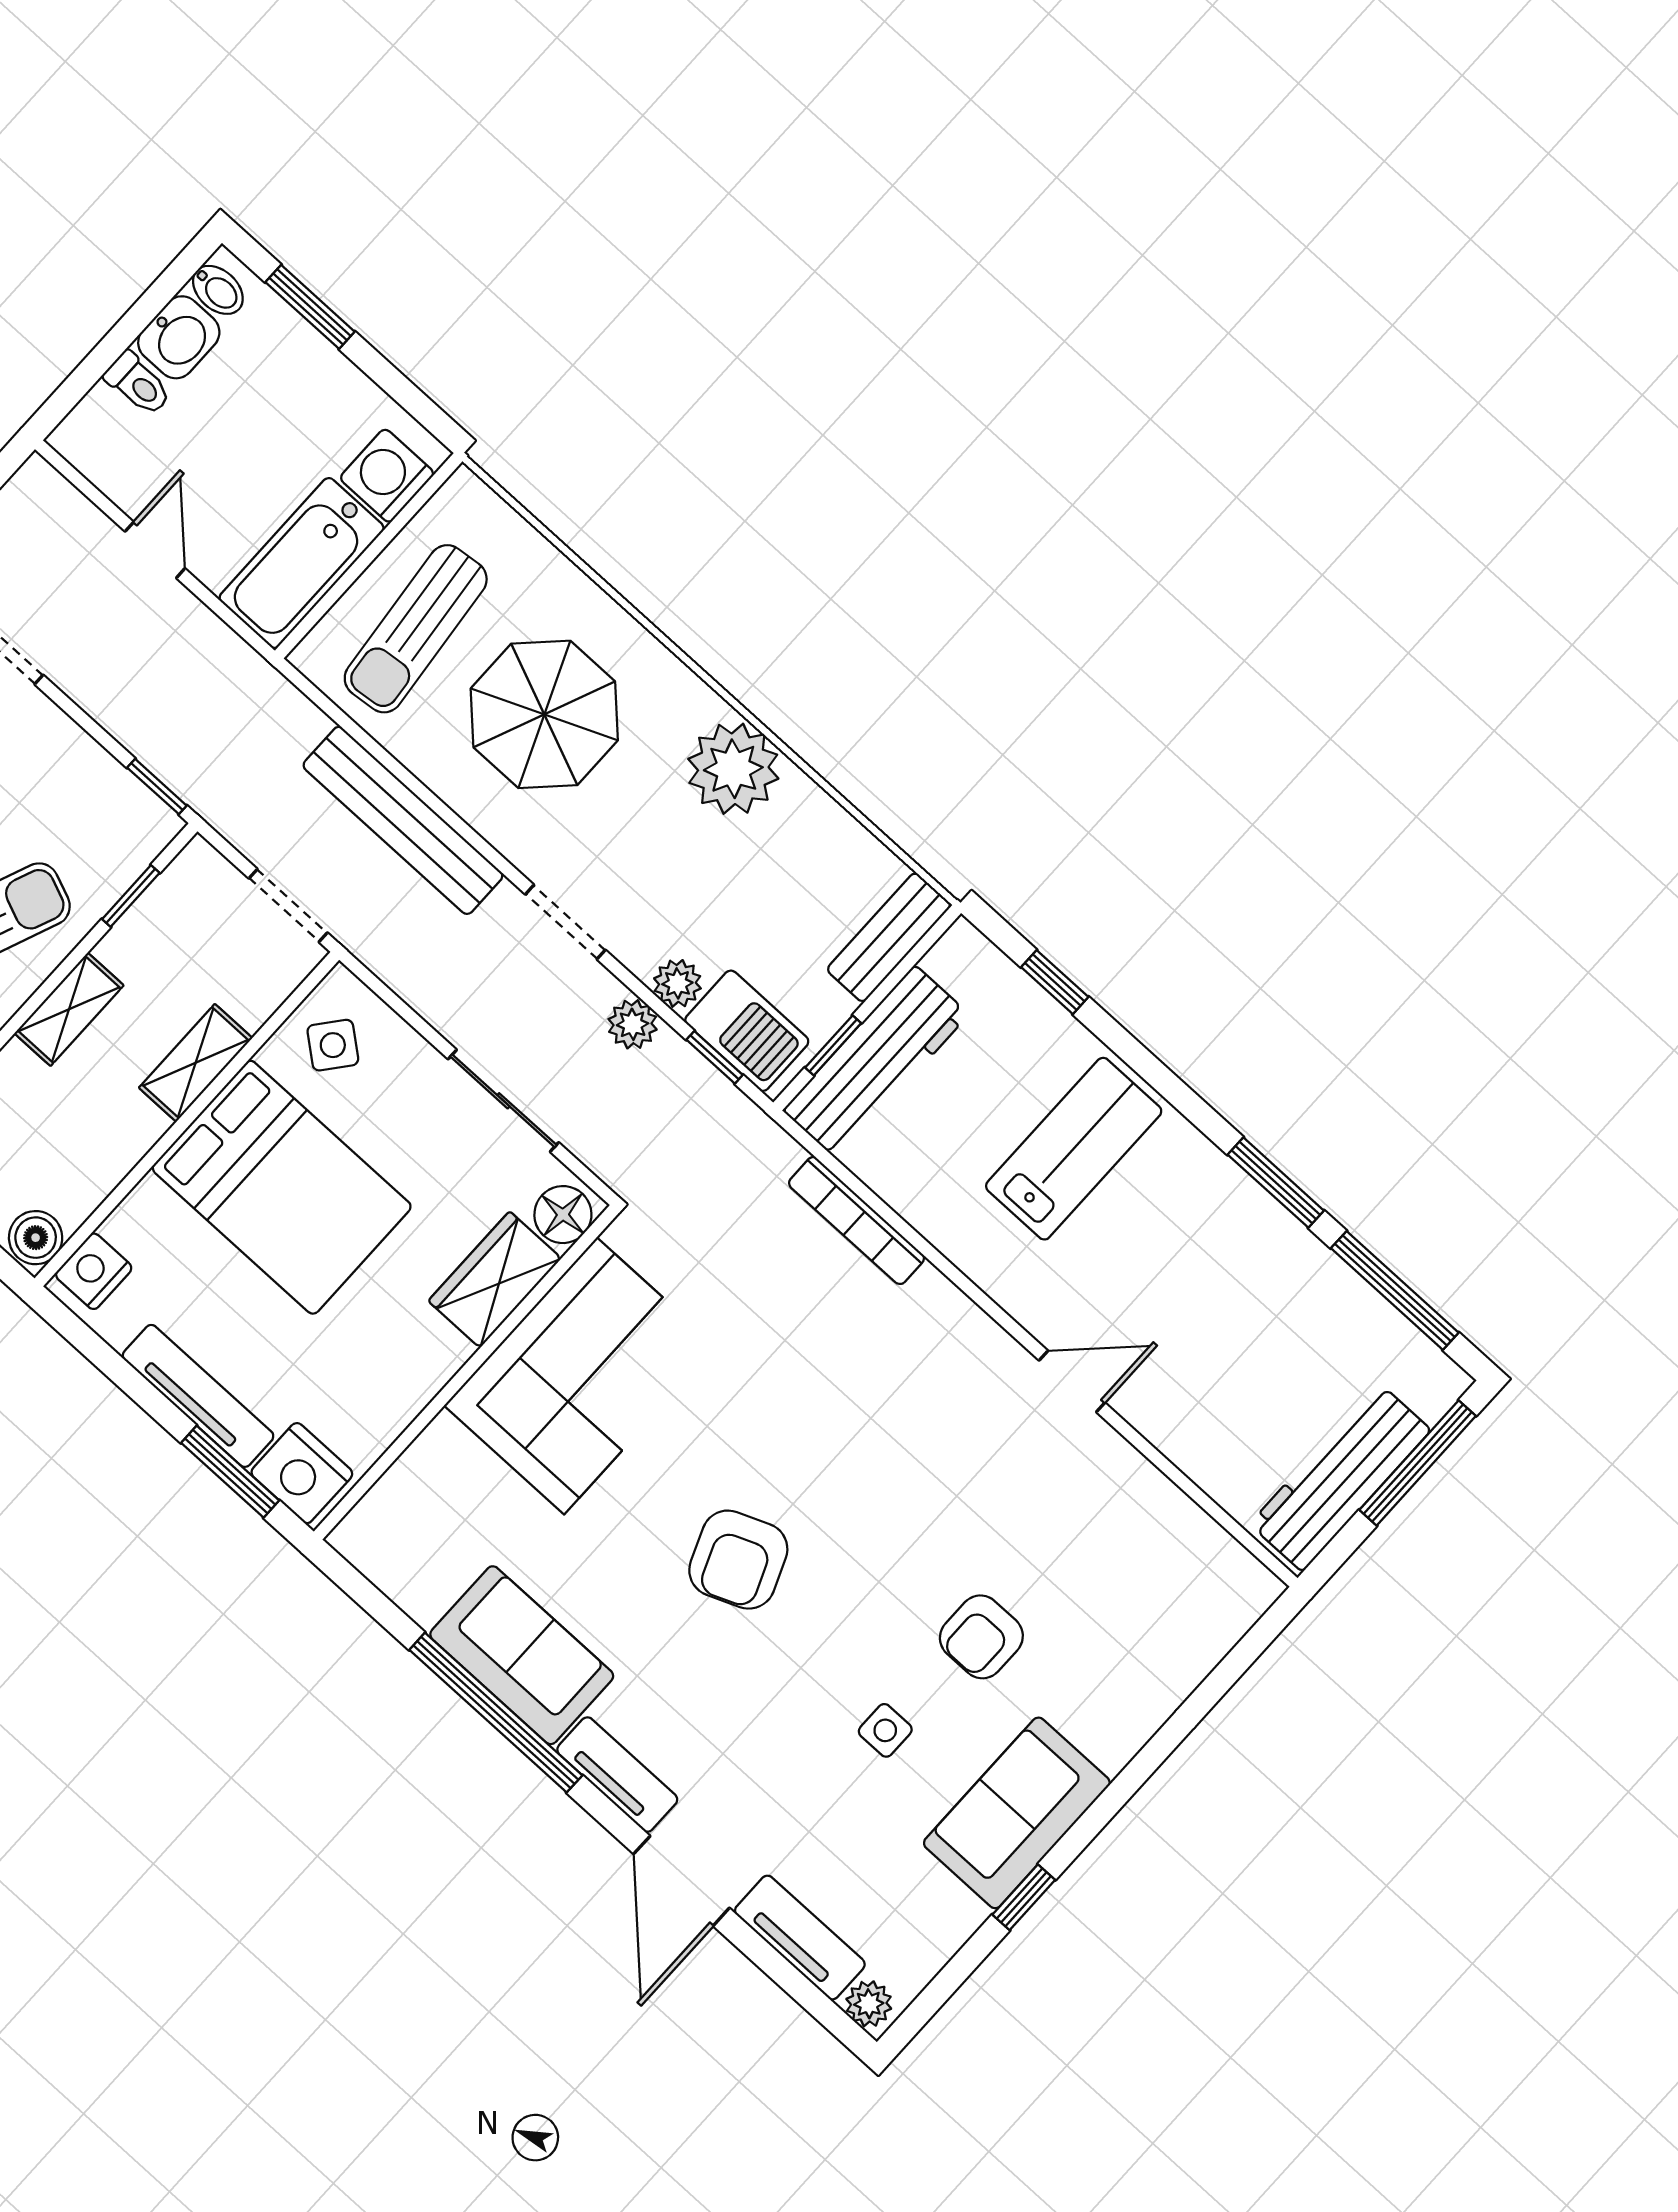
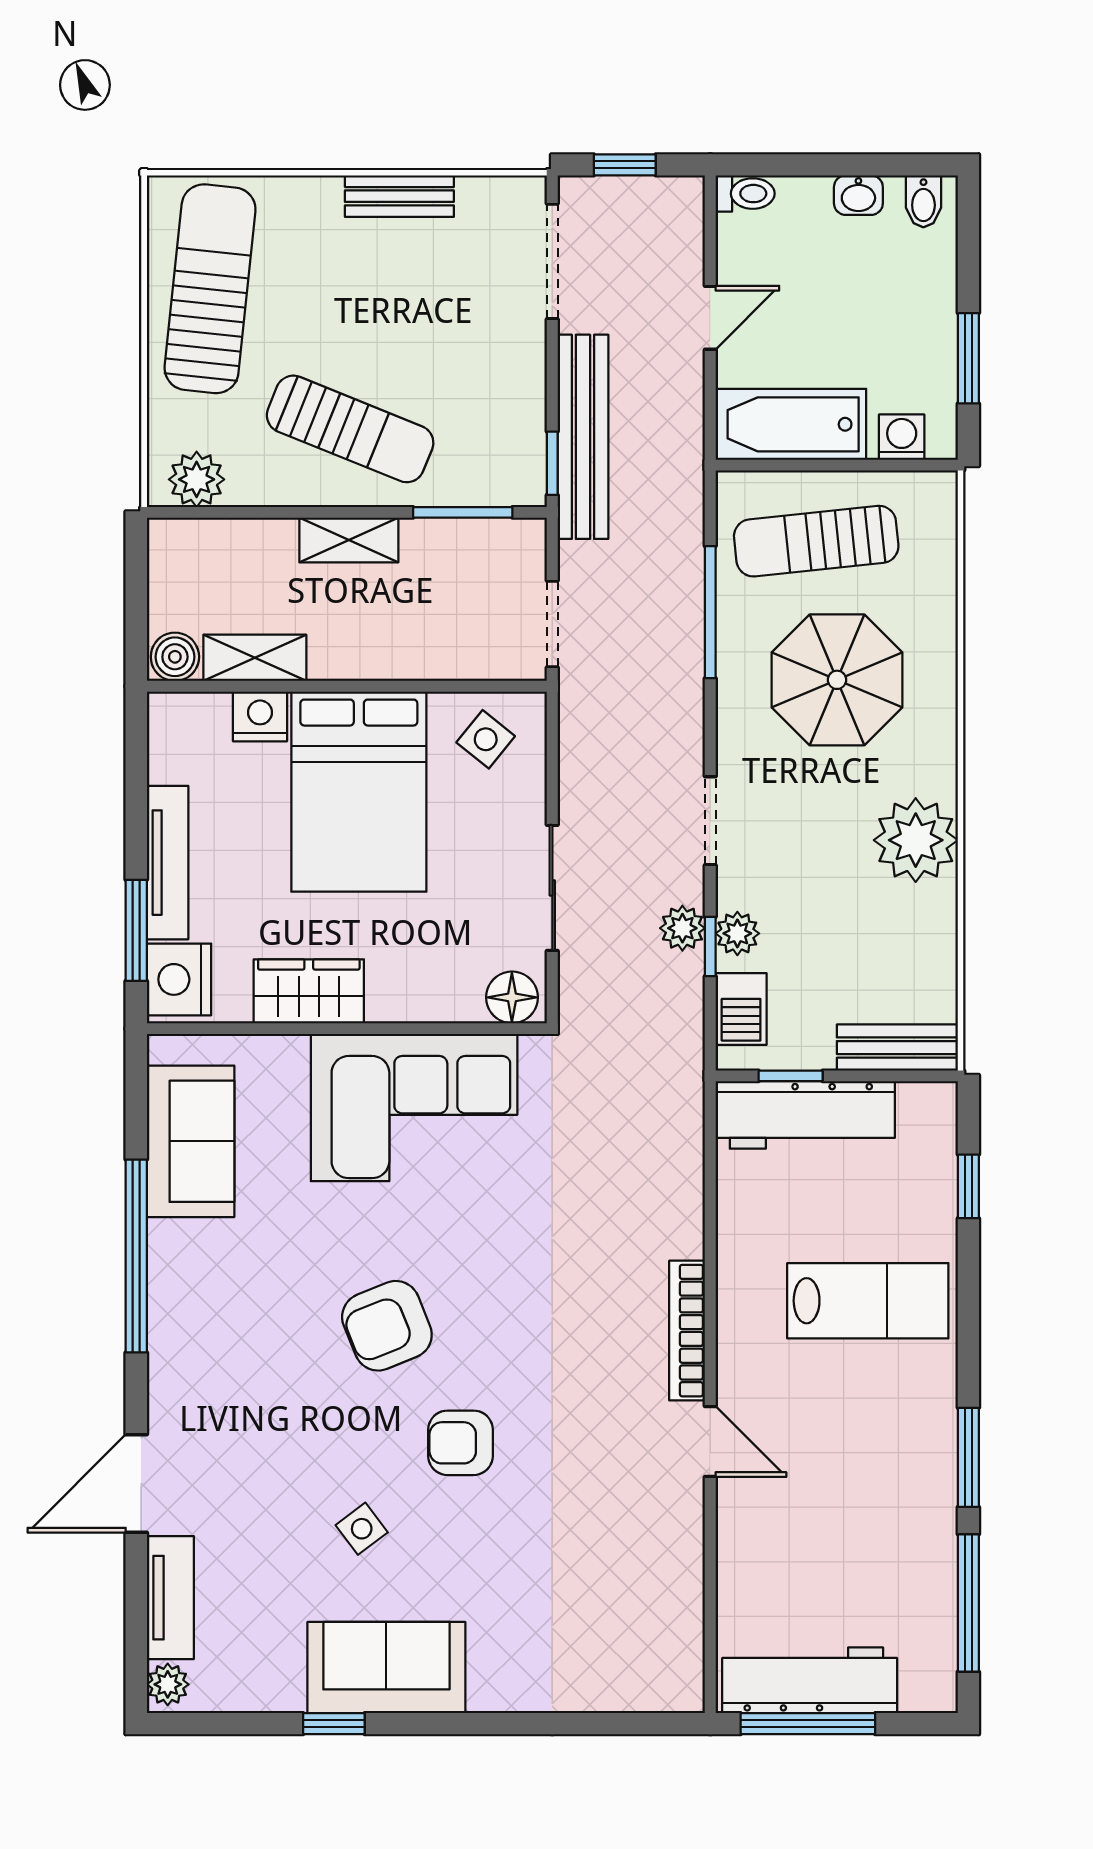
window: (310, 307) -> (968, 358), moved
washbasin: (179, 337) -> (858, 195), width x0.72, depth x0.69
toilet: (138, 384) -> (745, 194), moved, turned -90
washing machine: (387, 476) -> (902, 437), width x0.73, depth x0.73
window: (395, 768) -> (710, 612), added
bench: (403, 820) -> (583, 437), moved
window: (131, 896) -> (463, 512), width x1.50
barbecue: (747, 1031) -> (741, 1009), width x0.73, depth x0.79
window: (715, 1057) -> (710, 946), moved
shelving: (196, 1063) -> (255, 658), moved
bookcase: (857, 1221) -> (687, 1331), moved
nightstand: (94, 1271) -> (260, 716), moved
wardrobe: (495, 1280) -> (309, 991), moved
window: (1418, 1463) -> (808, 1724), moved
armchair: (981, 1637) -> (460, 1443), moved
sofa: (522, 1655) -> (191, 1141), moved
side table: (885, 1730) -> (362, 1529), turned -37
tv unit: (617, 1775) -> (169, 1375), removed

